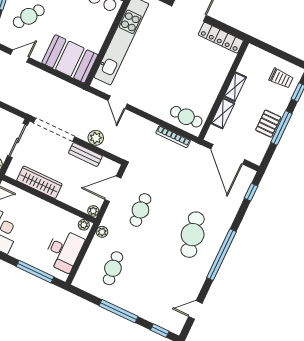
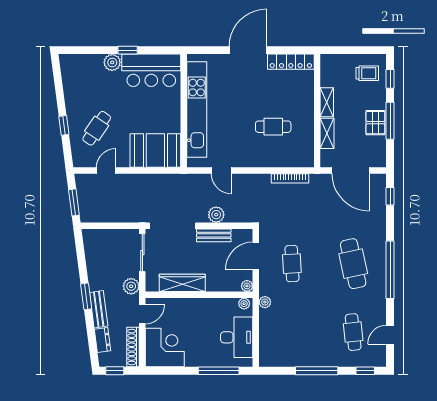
cafe table: (186, 117) -> (273, 127), moved
cafe table: (113, 268) -> (353, 332), moved

